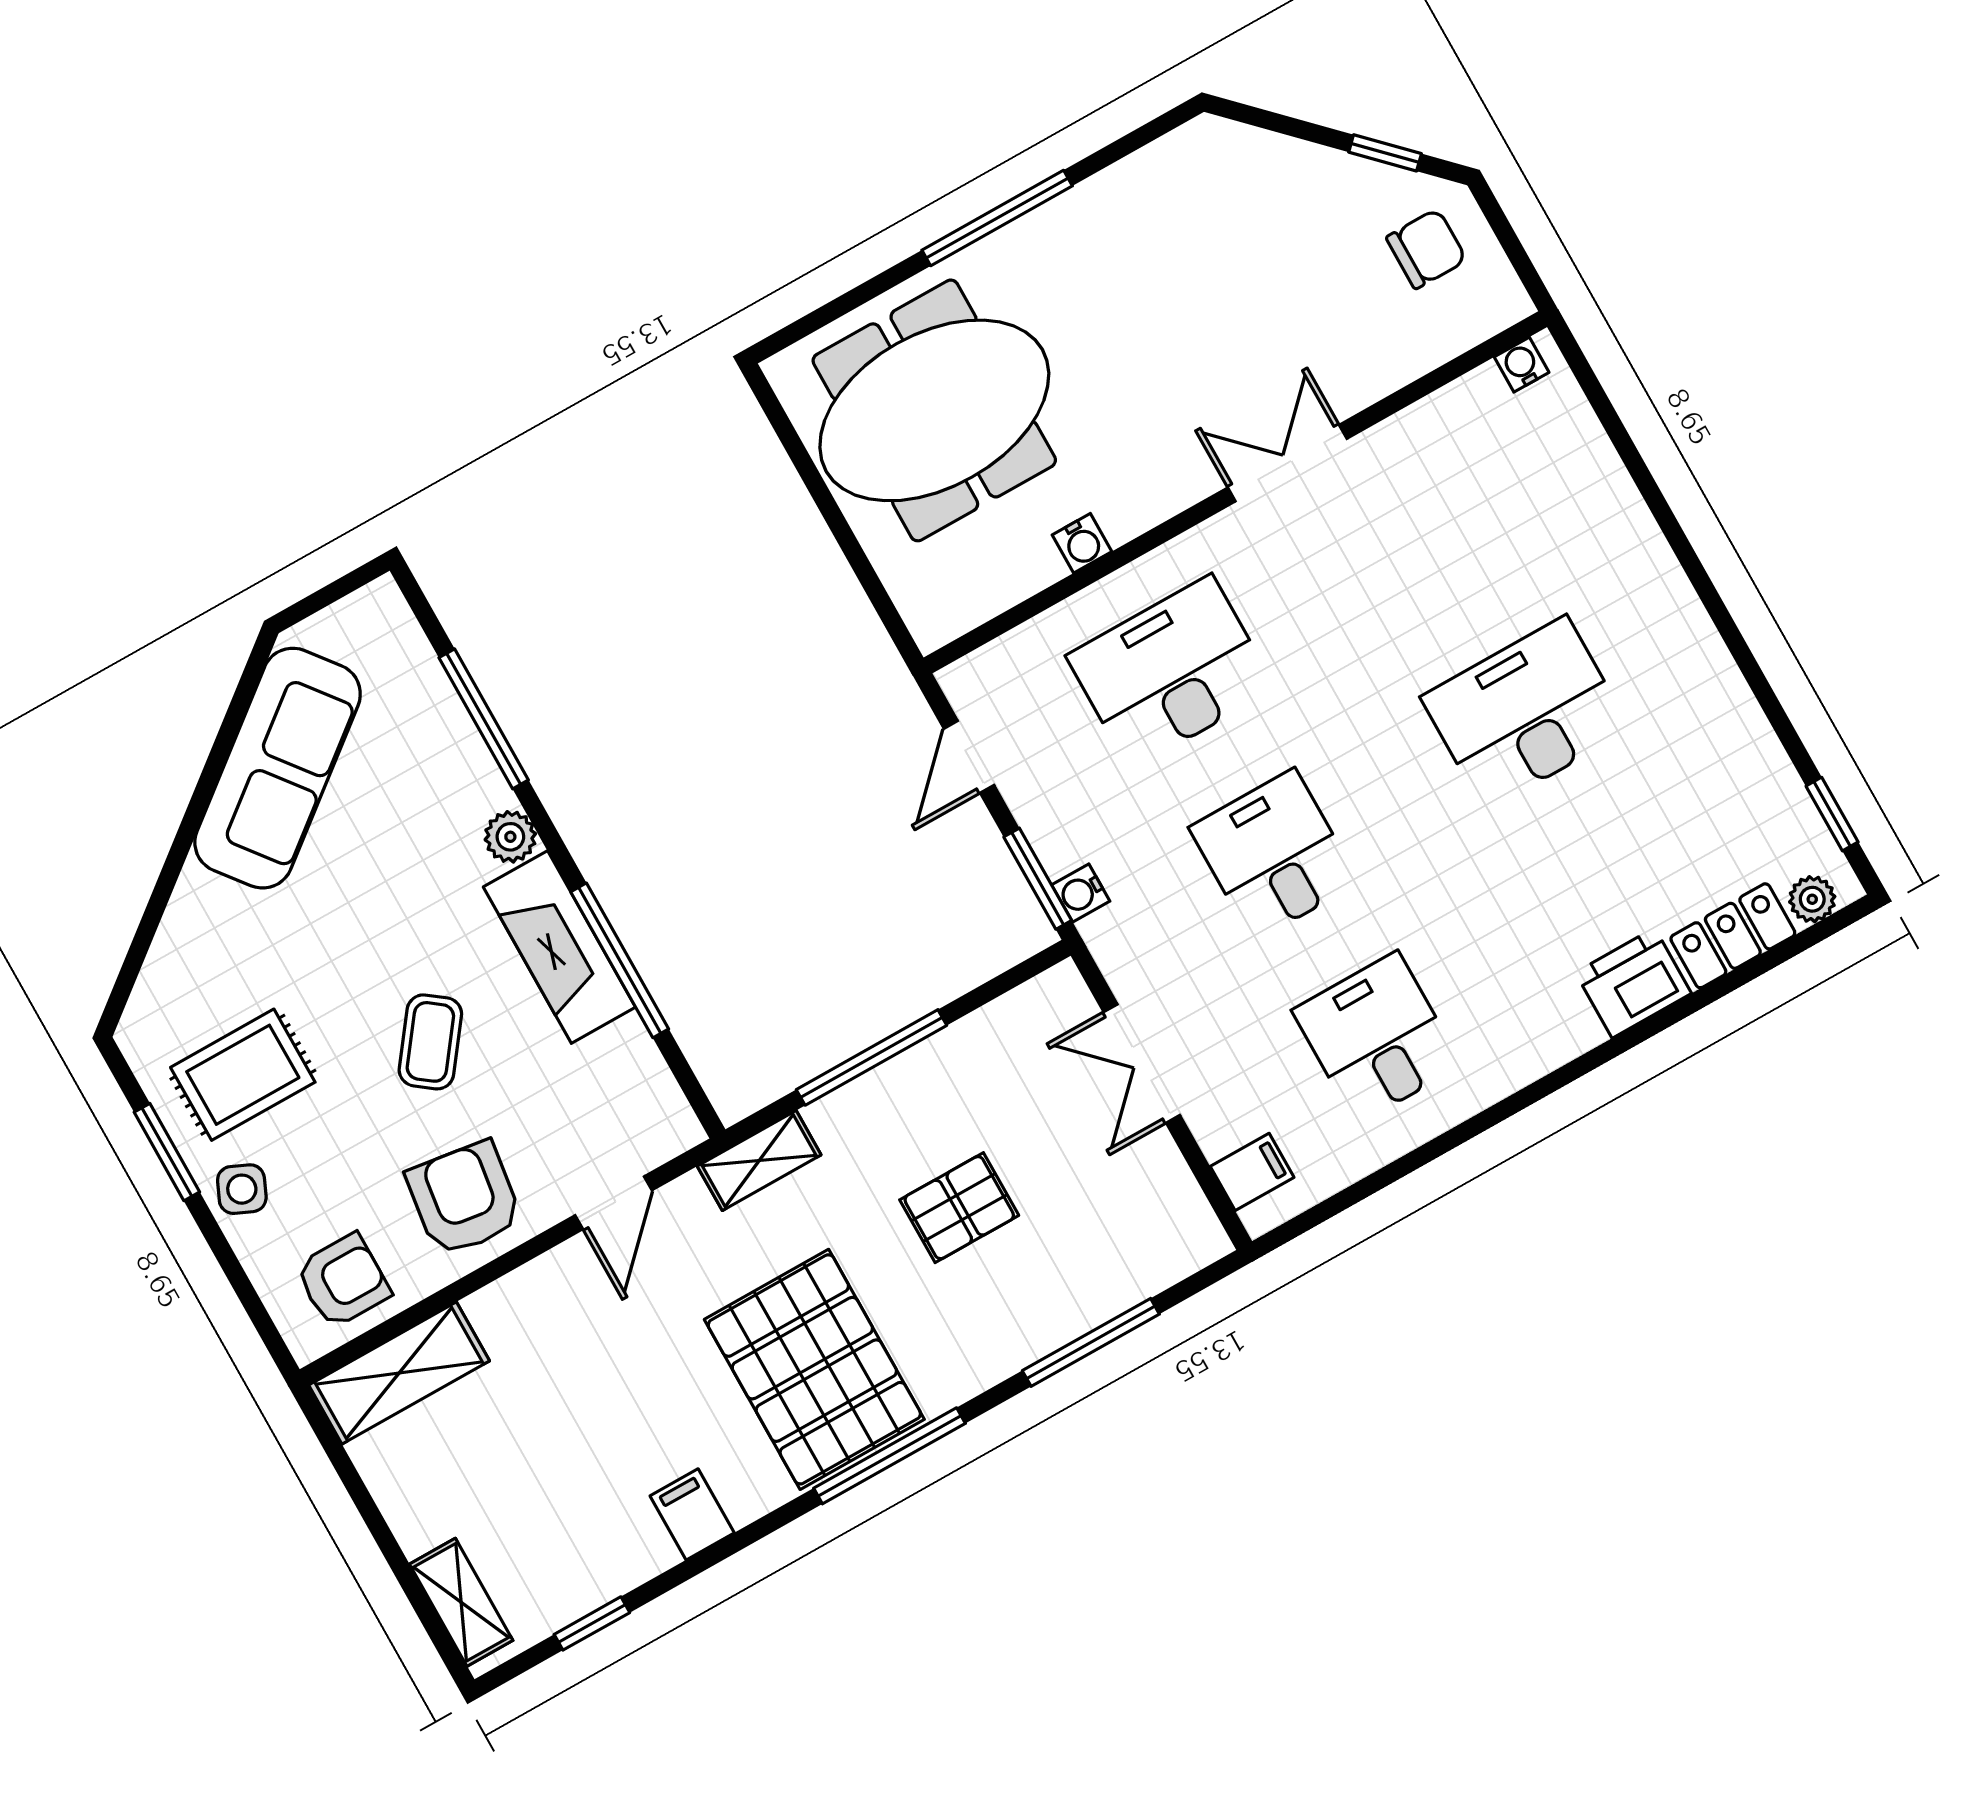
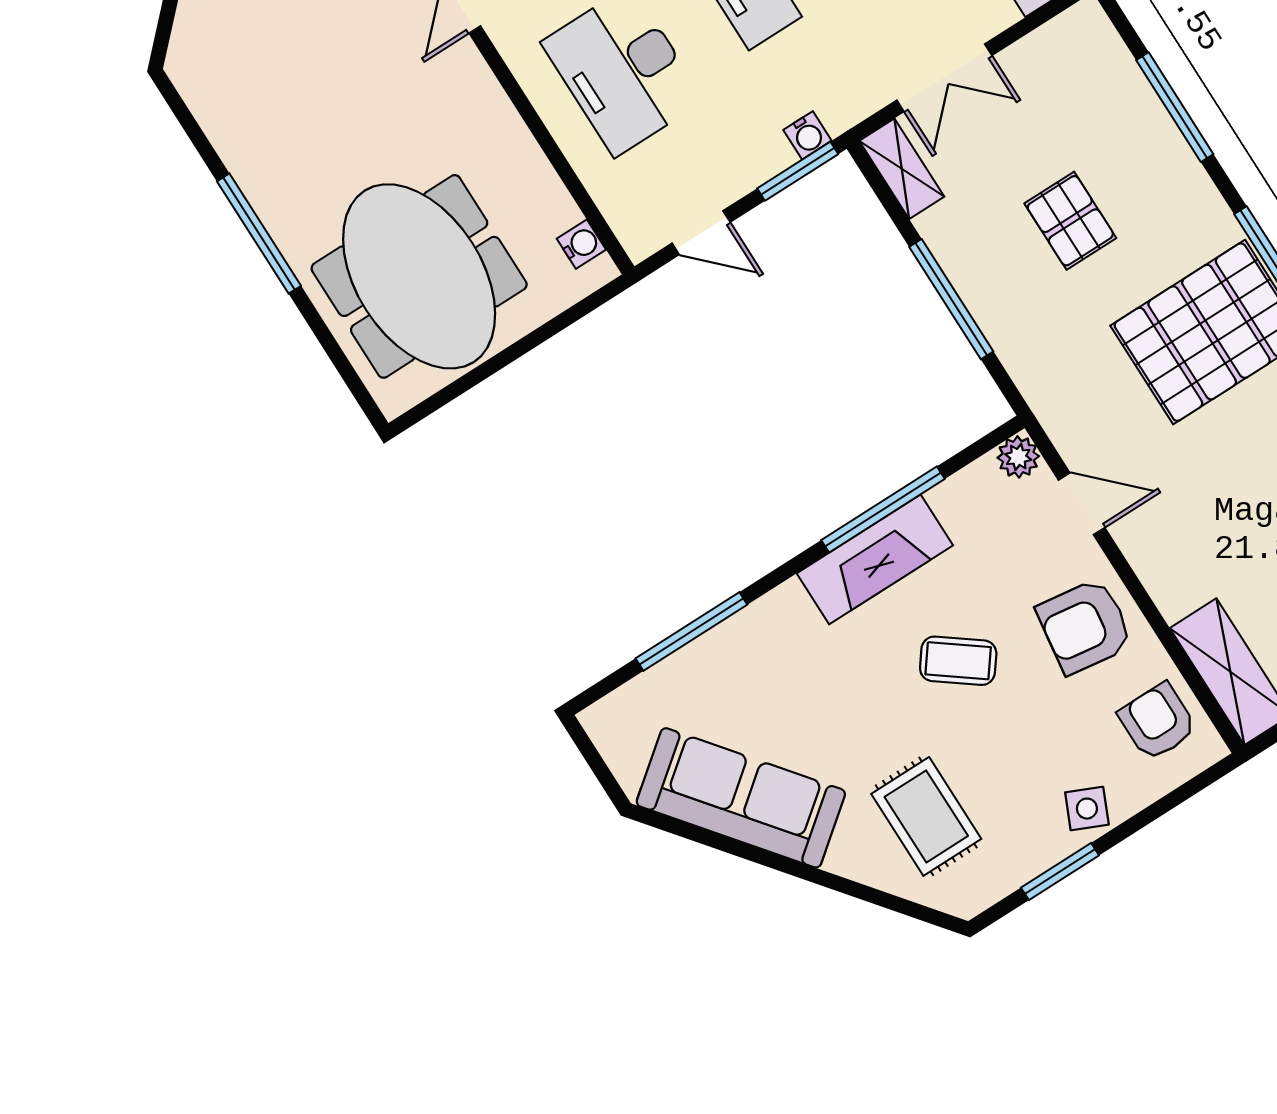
water cooler: (1082, 543) -> (581, 244), moved
plant: (510, 837) -> (1018, 457), moved
rug: (243, 1075) -> (926, 816), moved
shelving: (759, 1160) -> (902, 169), moved

